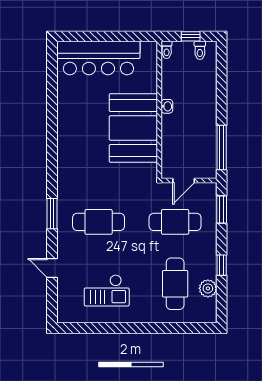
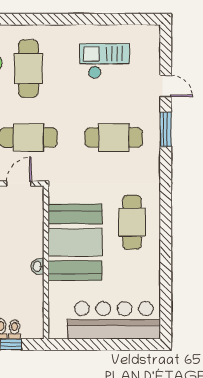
toilet: (167, 50) -> (14, 329), moved
cafe table: (82, 146) -> (132, 222), added
window: (52, 214) -> (166, 129), moved

